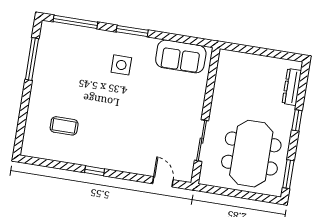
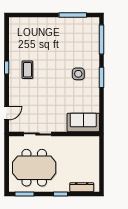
sofa: (181, 56) -> (83, 122), moved, turned 90
coffee table: (64, 126) -> (27, 70), moved

